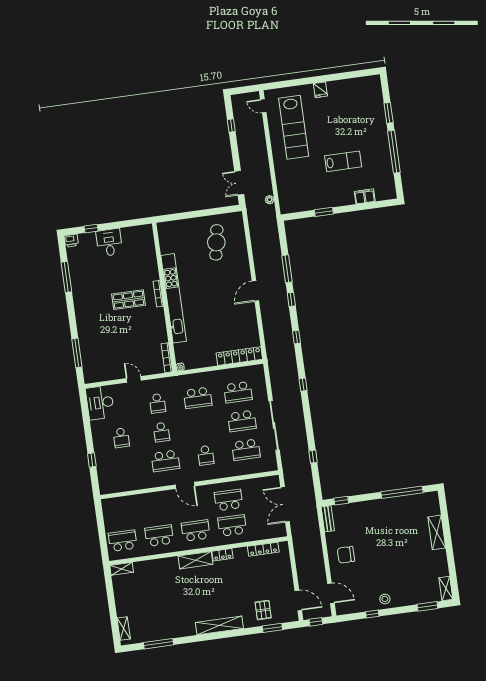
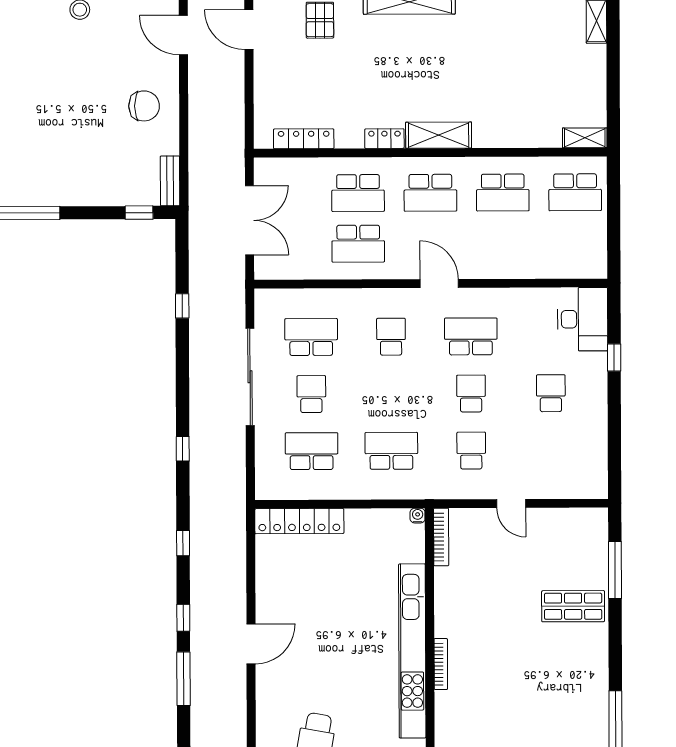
shop shelf: (129, 300) -> (573, 606), moved
desk: (100, 403) -> (582, 319), moved
school desk: (242, 421) -> (311, 394), width x0.54

